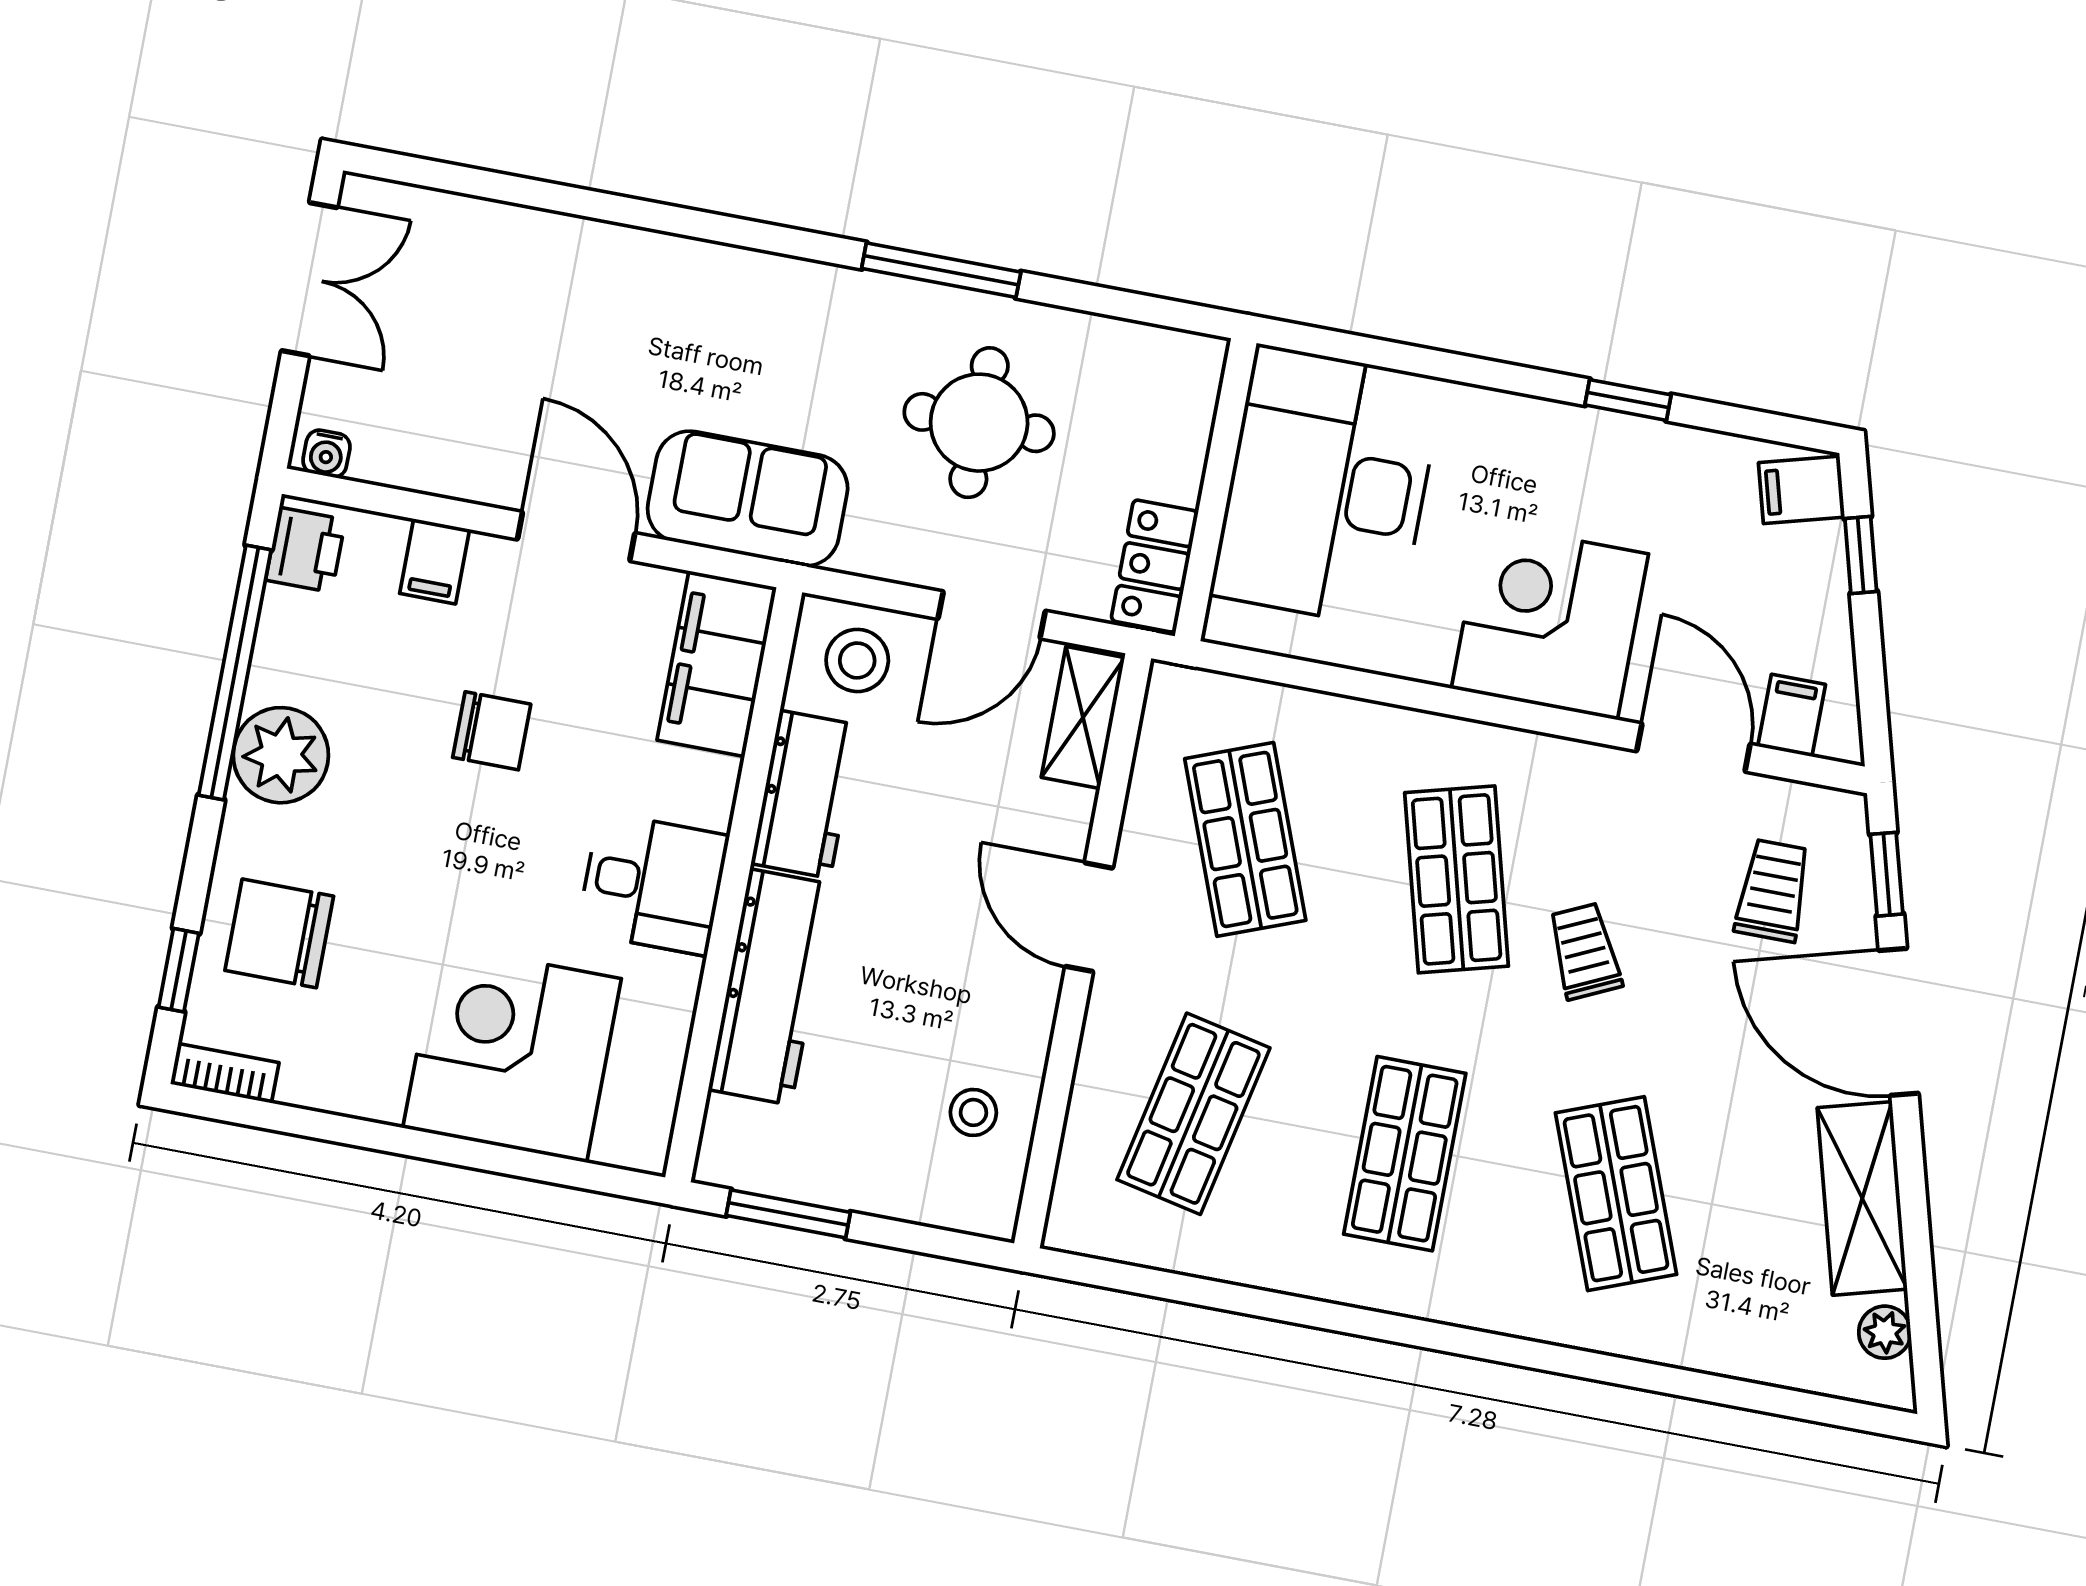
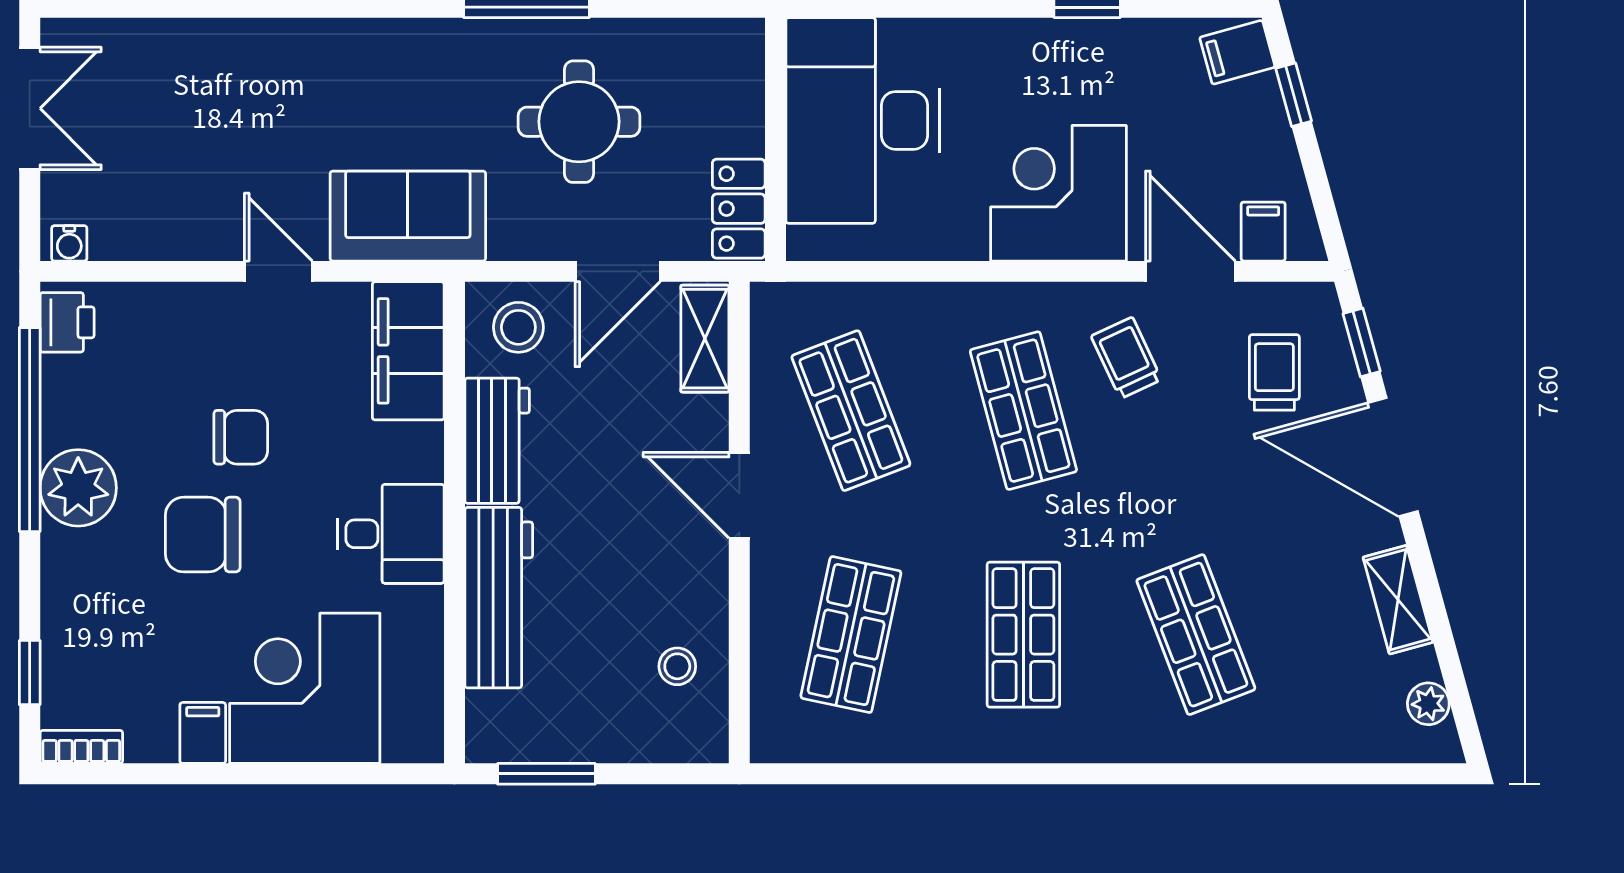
door: (576, 536) -> (278, 271), width x0.73
filing cabinet: (435, 561) -> (203, 733), moved, turned 180
chair: (279, 933) -> (203, 535), moved
trolley: (1585, 951) -> (1126, 358), moved
shelving: (1862, 1198) -> (1398, 600), width x0.67, depth x0.75

